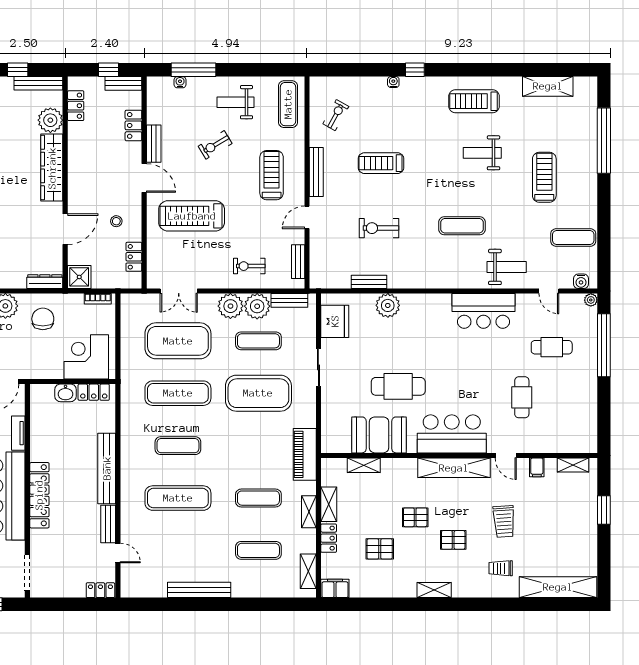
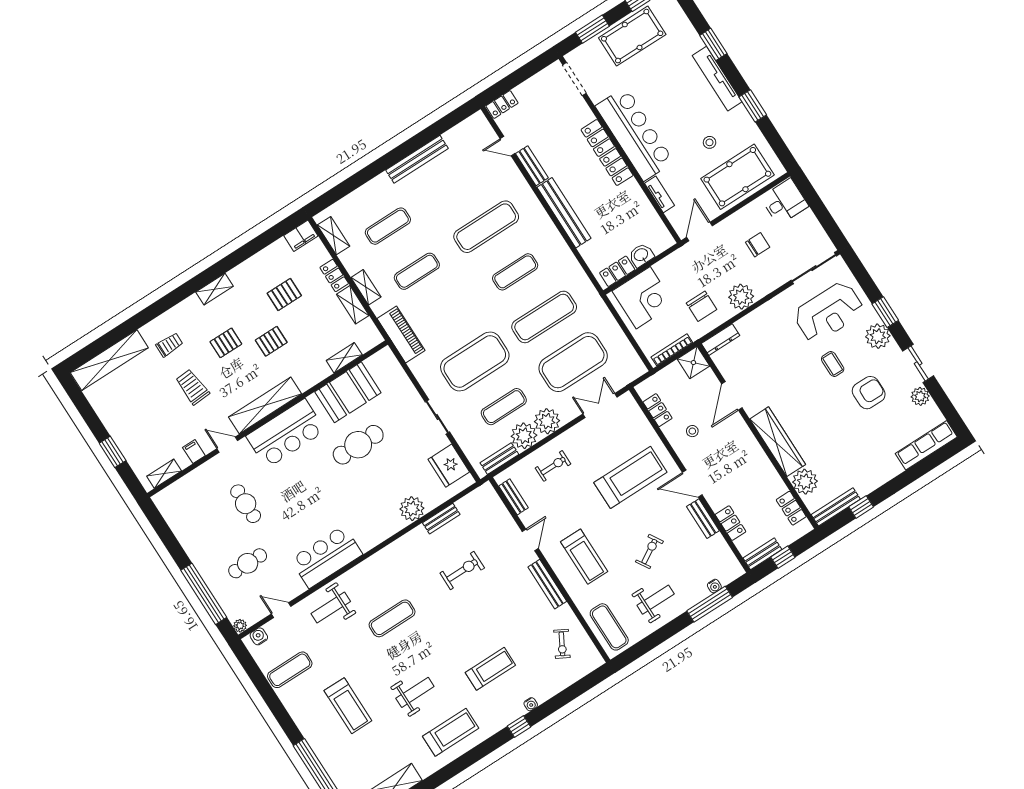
treadmill: (381, 163) -> (490, 669), moved
bookcase: (98, 299) -> (672, 350), width x1.56

